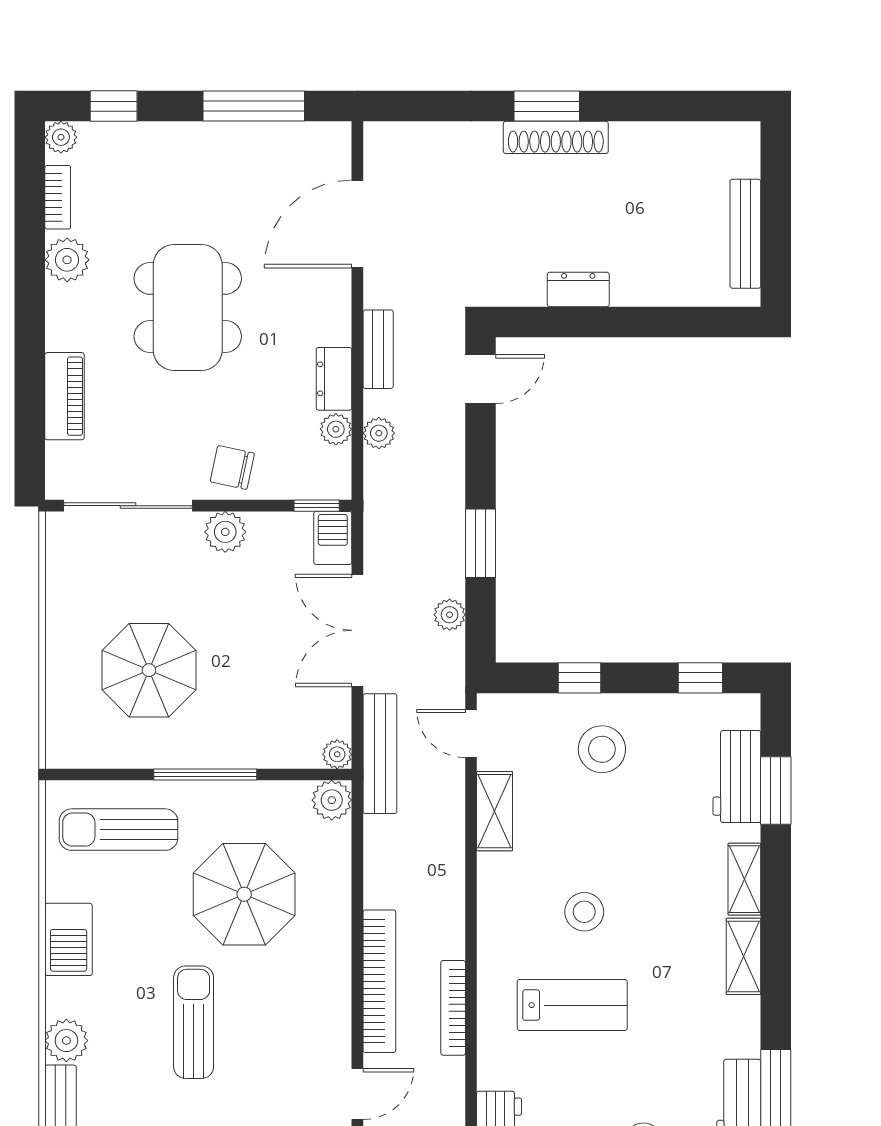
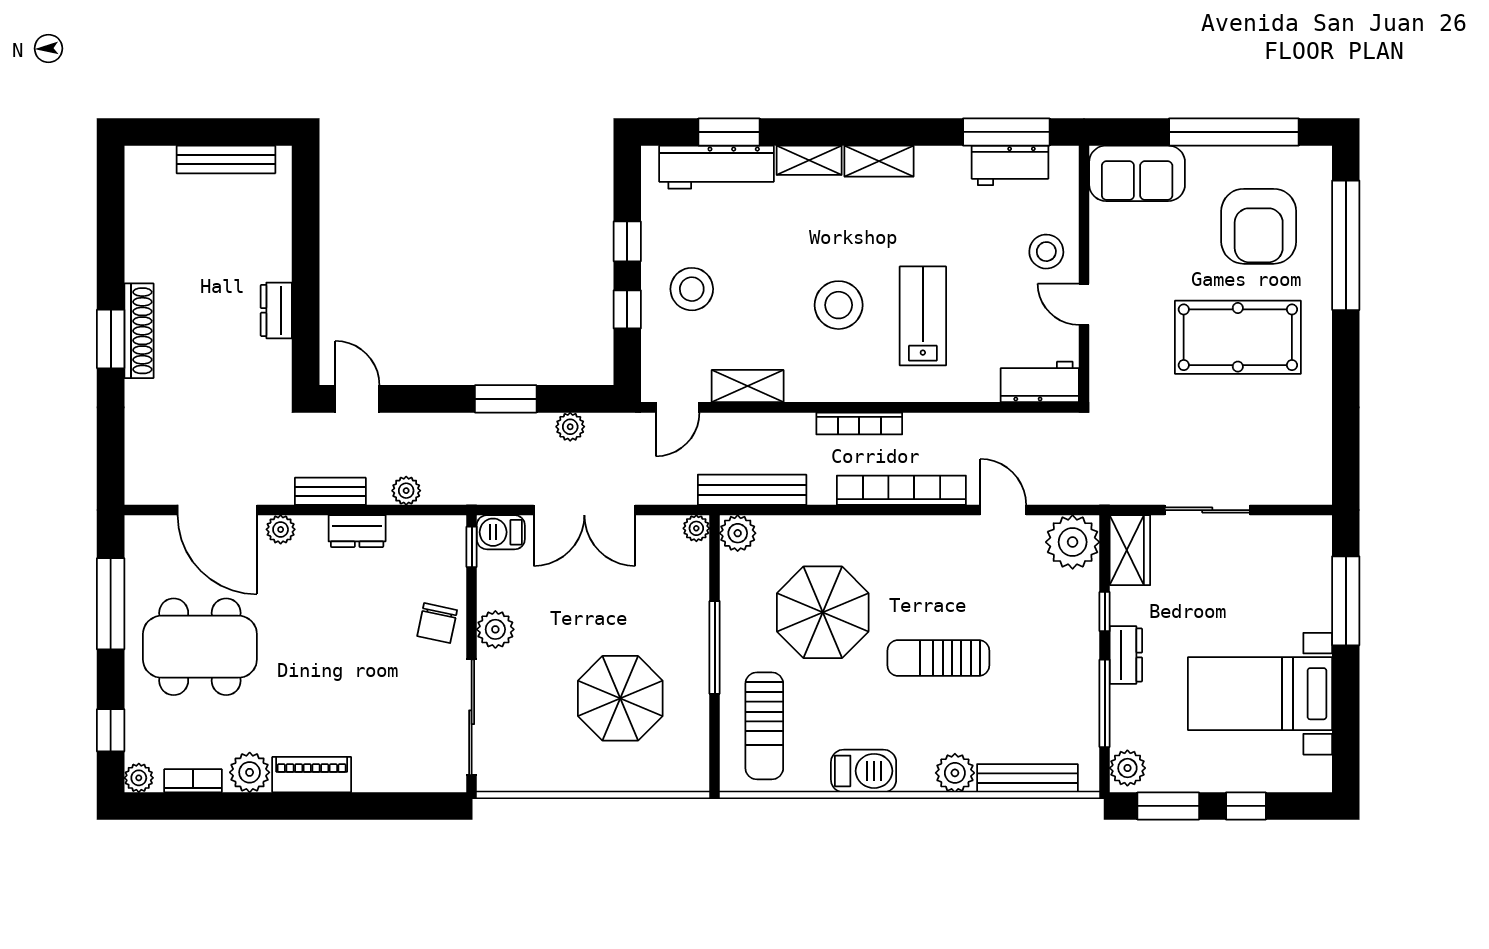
dining table: (188, 307) -> (200, 647), moved
piano: (64, 396) -> (312, 775), moved
plant: (336, 429) -> (281, 529), moved
window: (700, 678) -> (627, 241), moved
bench: (380, 754) -> (752, 490), moved
workbench: (737, 777) -> (716, 167), width x1.37
stool: (584, 912) -> (839, 305), width x1.38, depth x1.38
bookcase: (453, 1008) -> (859, 423), moved

